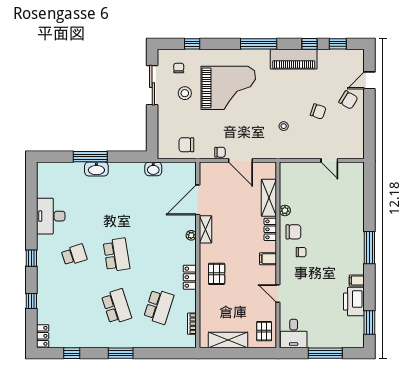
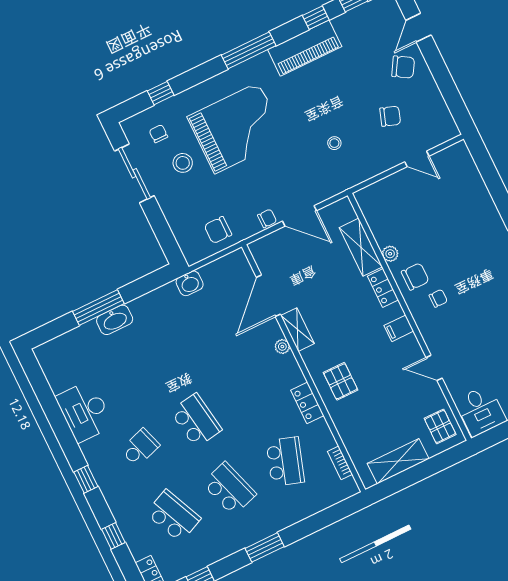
chair: (318, 111) -> (390, 116), moved
school desk: (74, 307) -> (173, 516), added

